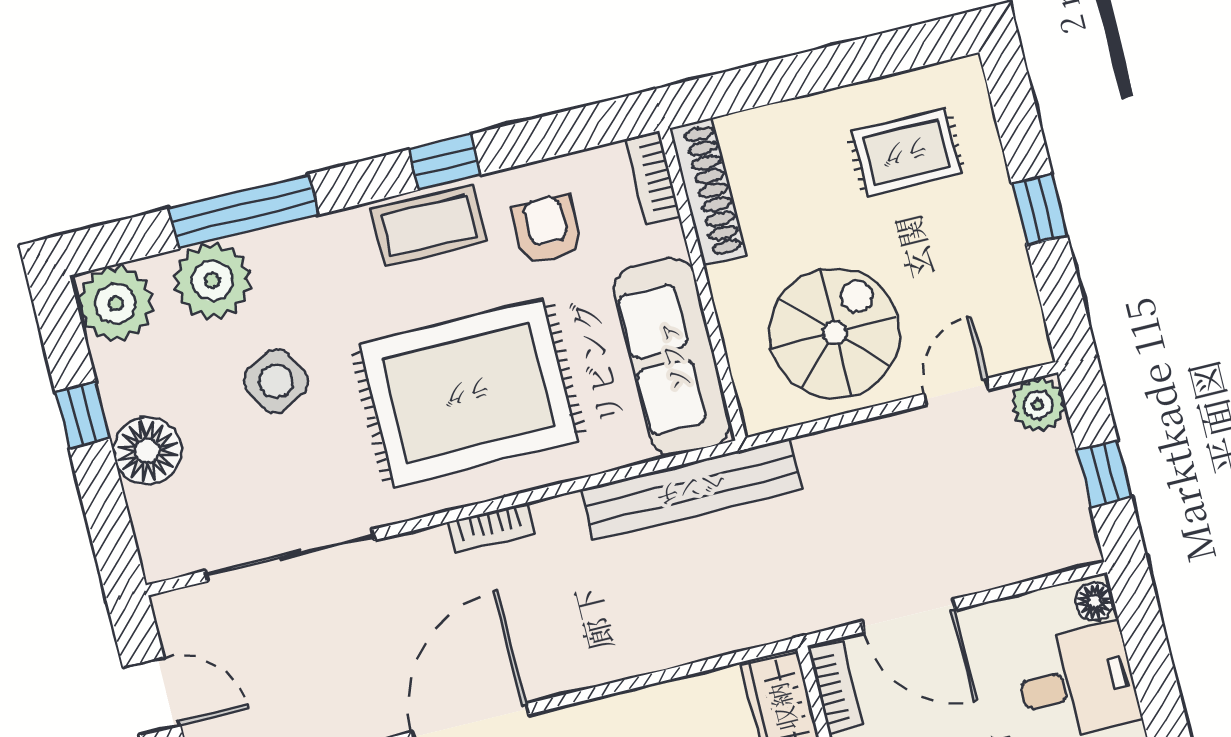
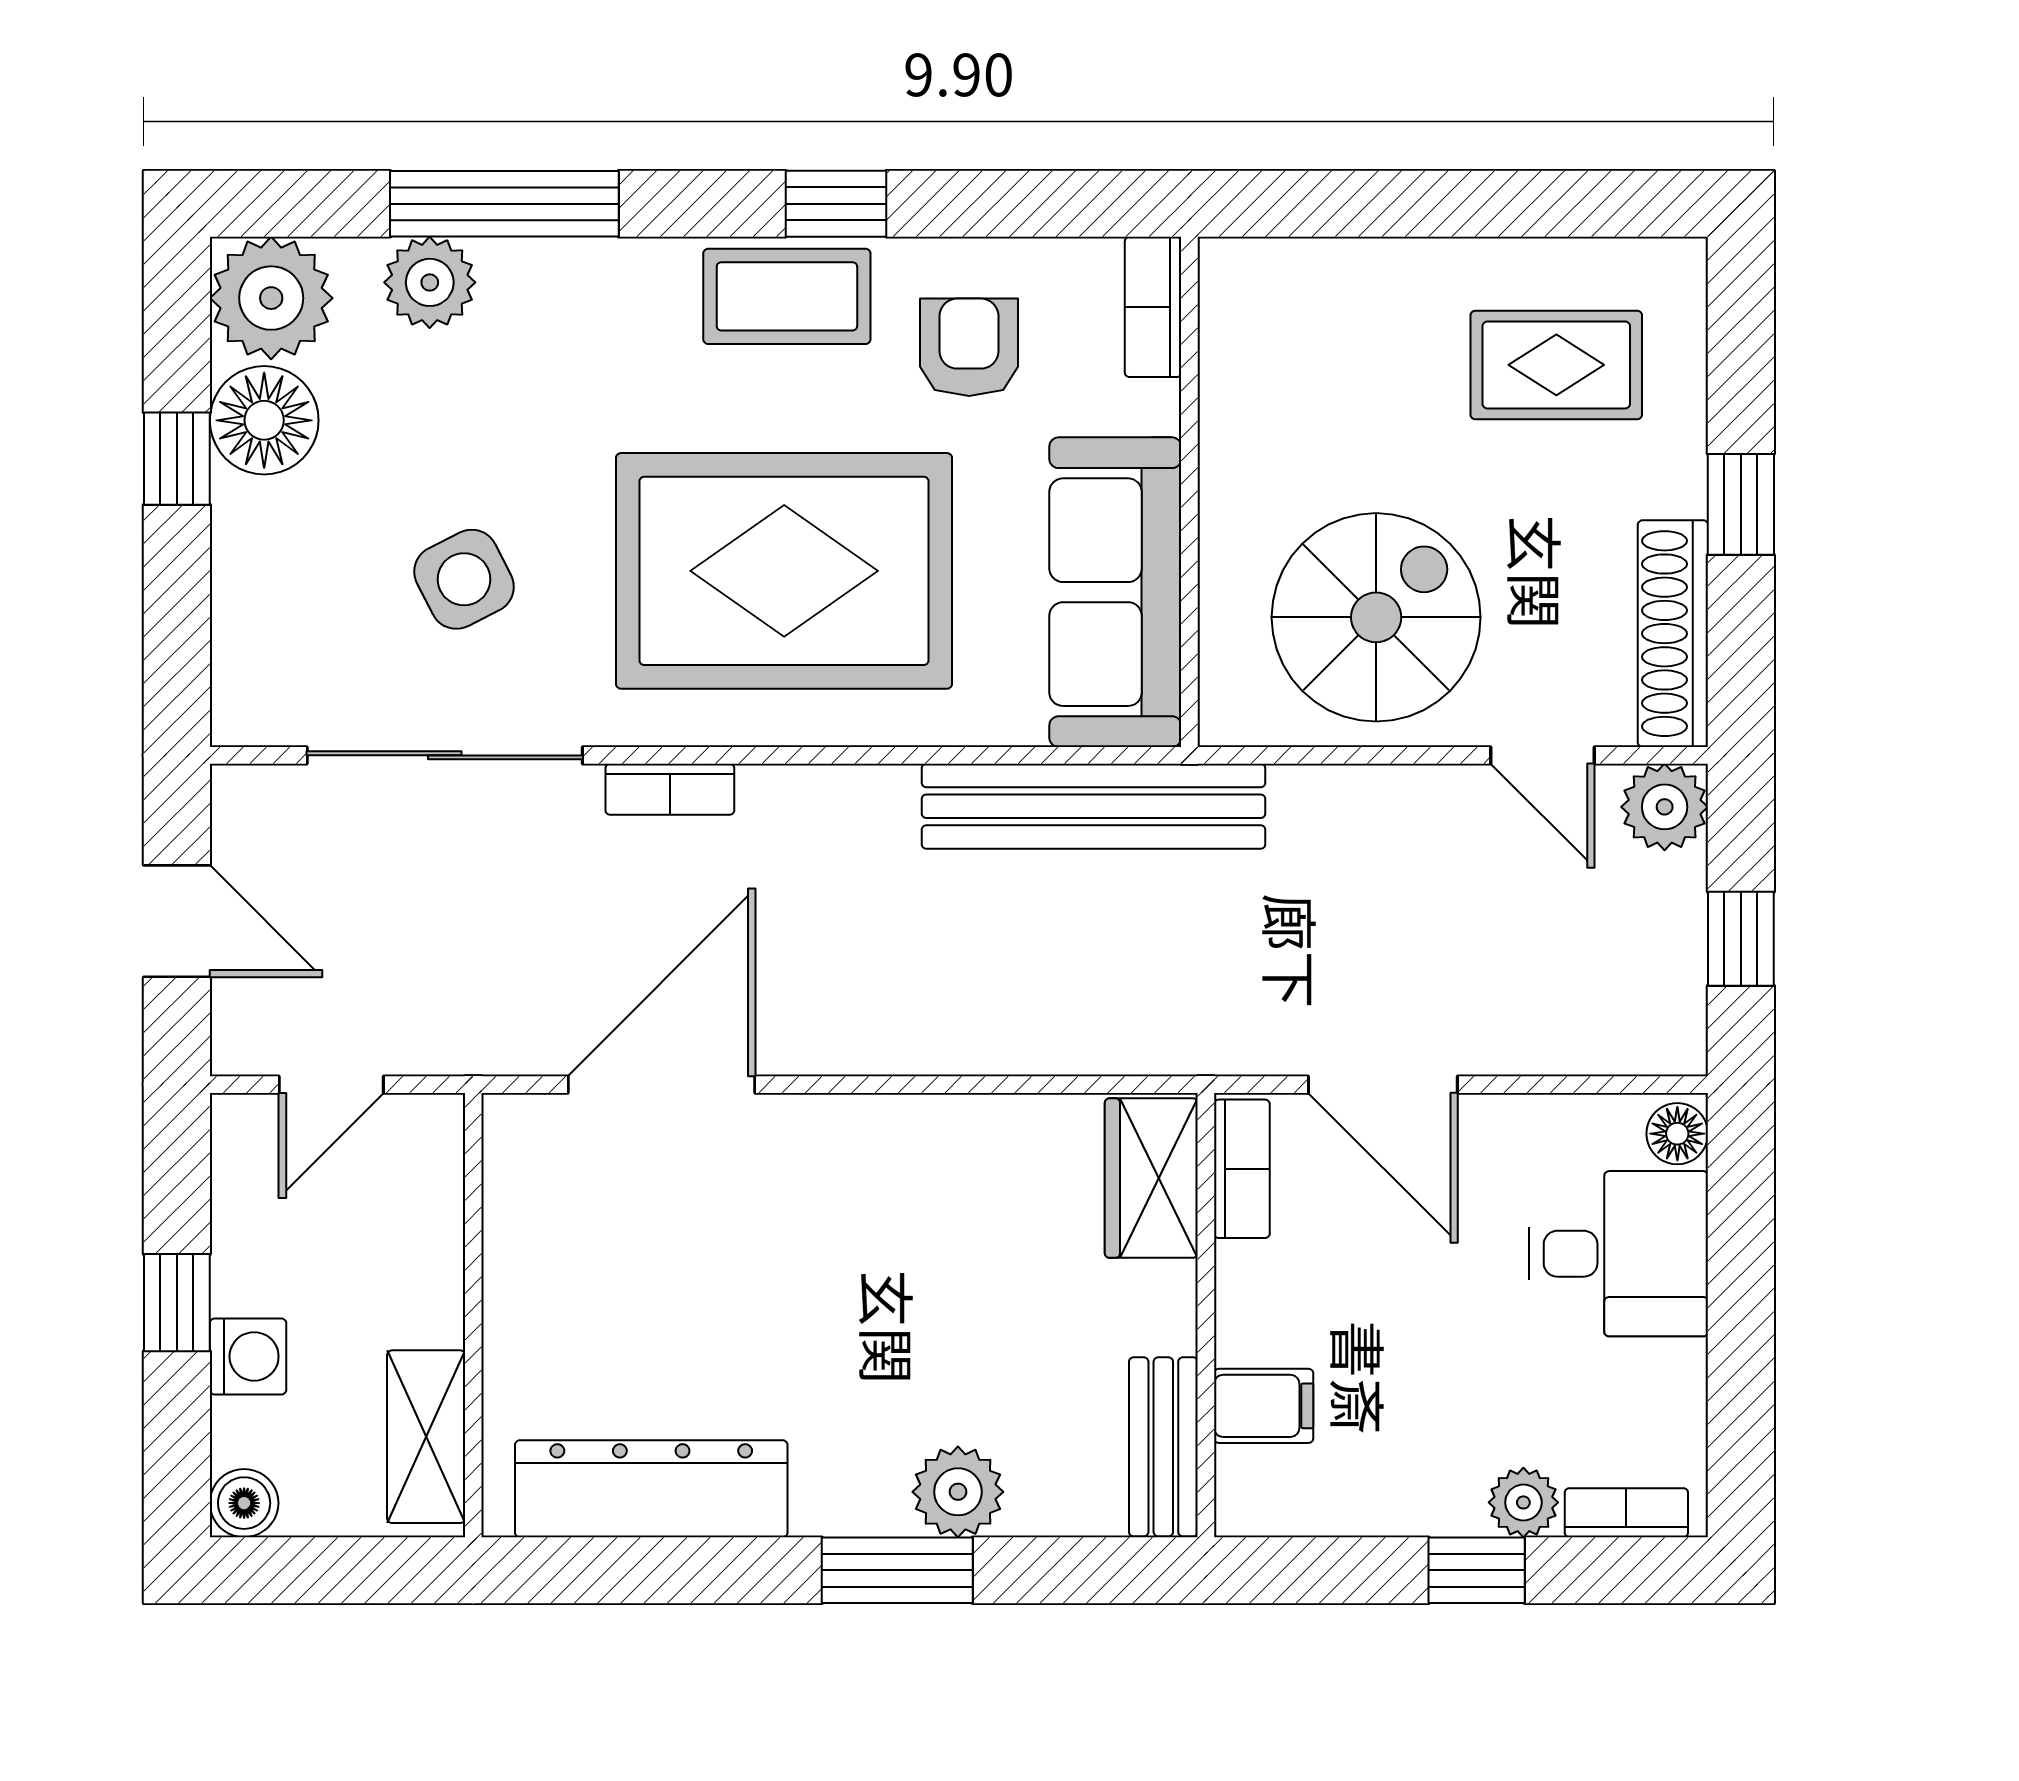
shoe rack: (708, 192) -> (1673, 634), moved, turned 180
plant: (212, 281) -> (430, 282), width x0.73, depth x0.73
side table: (276, 381) -> (464, 579), moved
door: (956, 392) -> (1542, 755), swing flipped
floor lamp: (147, 451) -> (264, 420), moved
bookcase: (491, 528) -> (670, 789), moved

